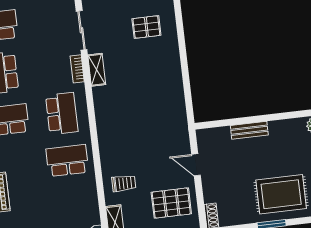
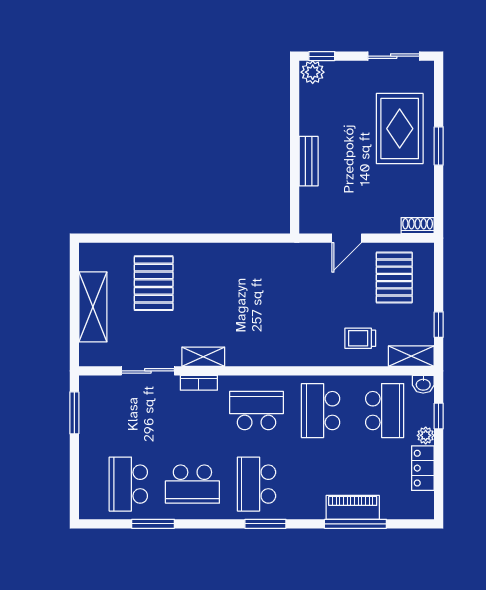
pallet: (146, 27) -> (154, 283), width x1.50, depth x1.42
trolley: (124, 183) -> (360, 338), turned -90
school desk: (73, 208) -> (385, 411), added

